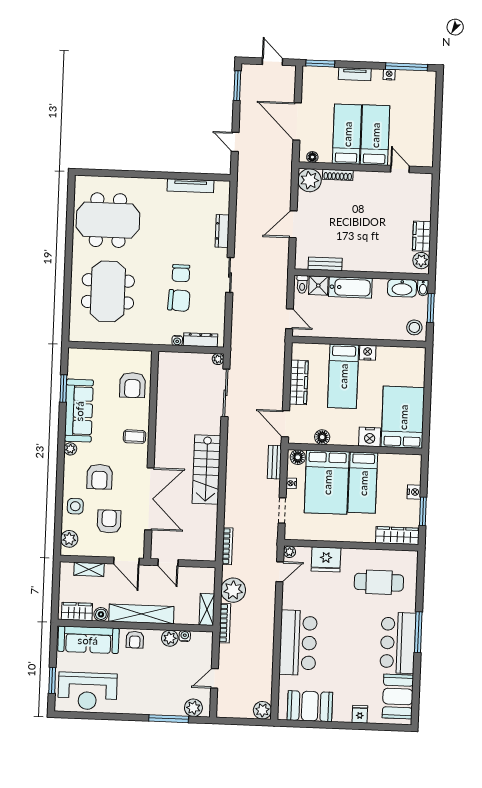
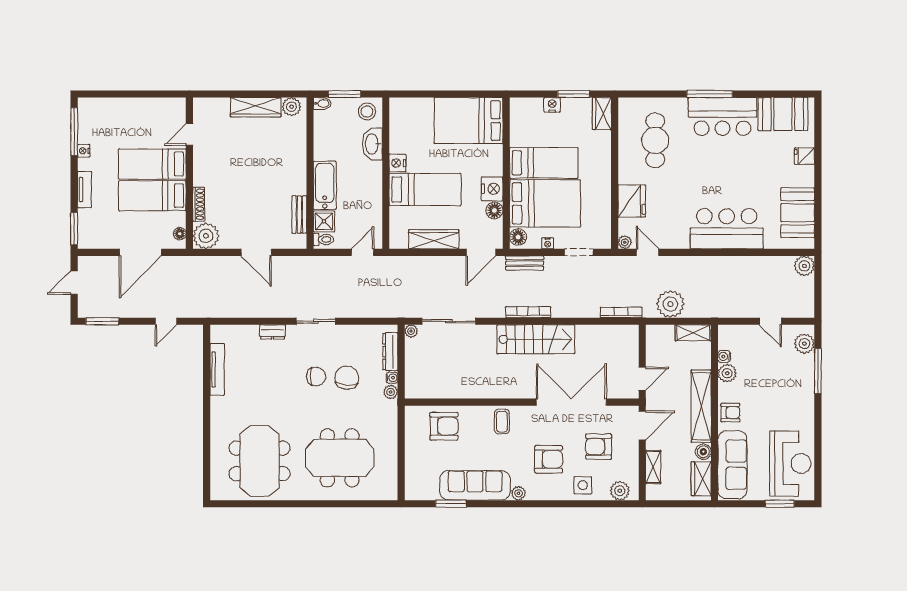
dresser: (222, 231) -> (272, 332), width x0.70
wardrobe: (422, 236) -> (256, 107), width x1.50
washbasin: (402, 288) -> (372, 144), moved, turned 180
plant: (165, 339) -> (391, 392), added
nightstand: (370, 437) -> (492, 189), moved
wardrobe: (397, 536) -> (602, 114), width x0.67
bookcase: (225, 623) -> (528, 312), moved

